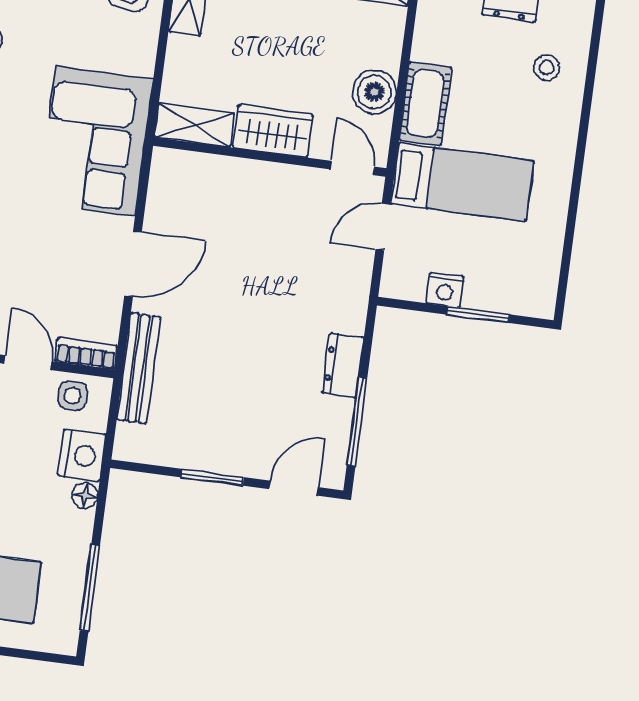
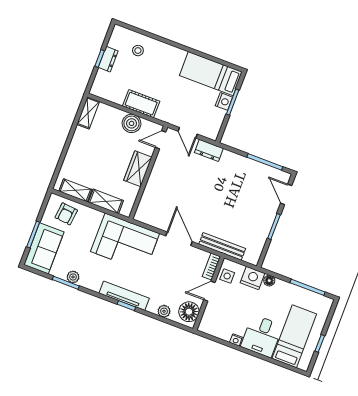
shelving: (194, 125) -> (106, 201), moved, turned 90
bed: (462, 182) -> (211, 74), moved, turned -90
nightstand: (445, 290) -> (224, 101), moved
dresser: (343, 365) -> (209, 150), moved

